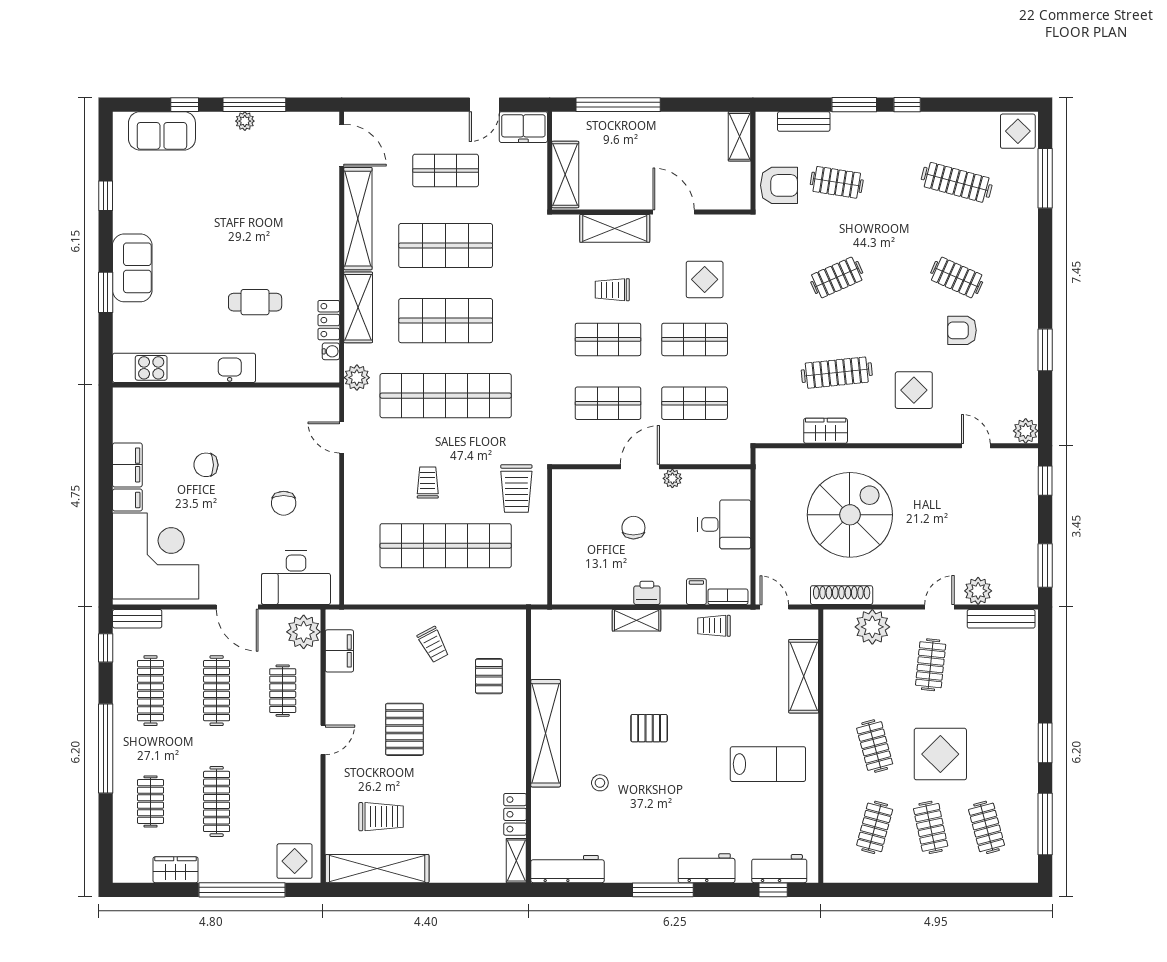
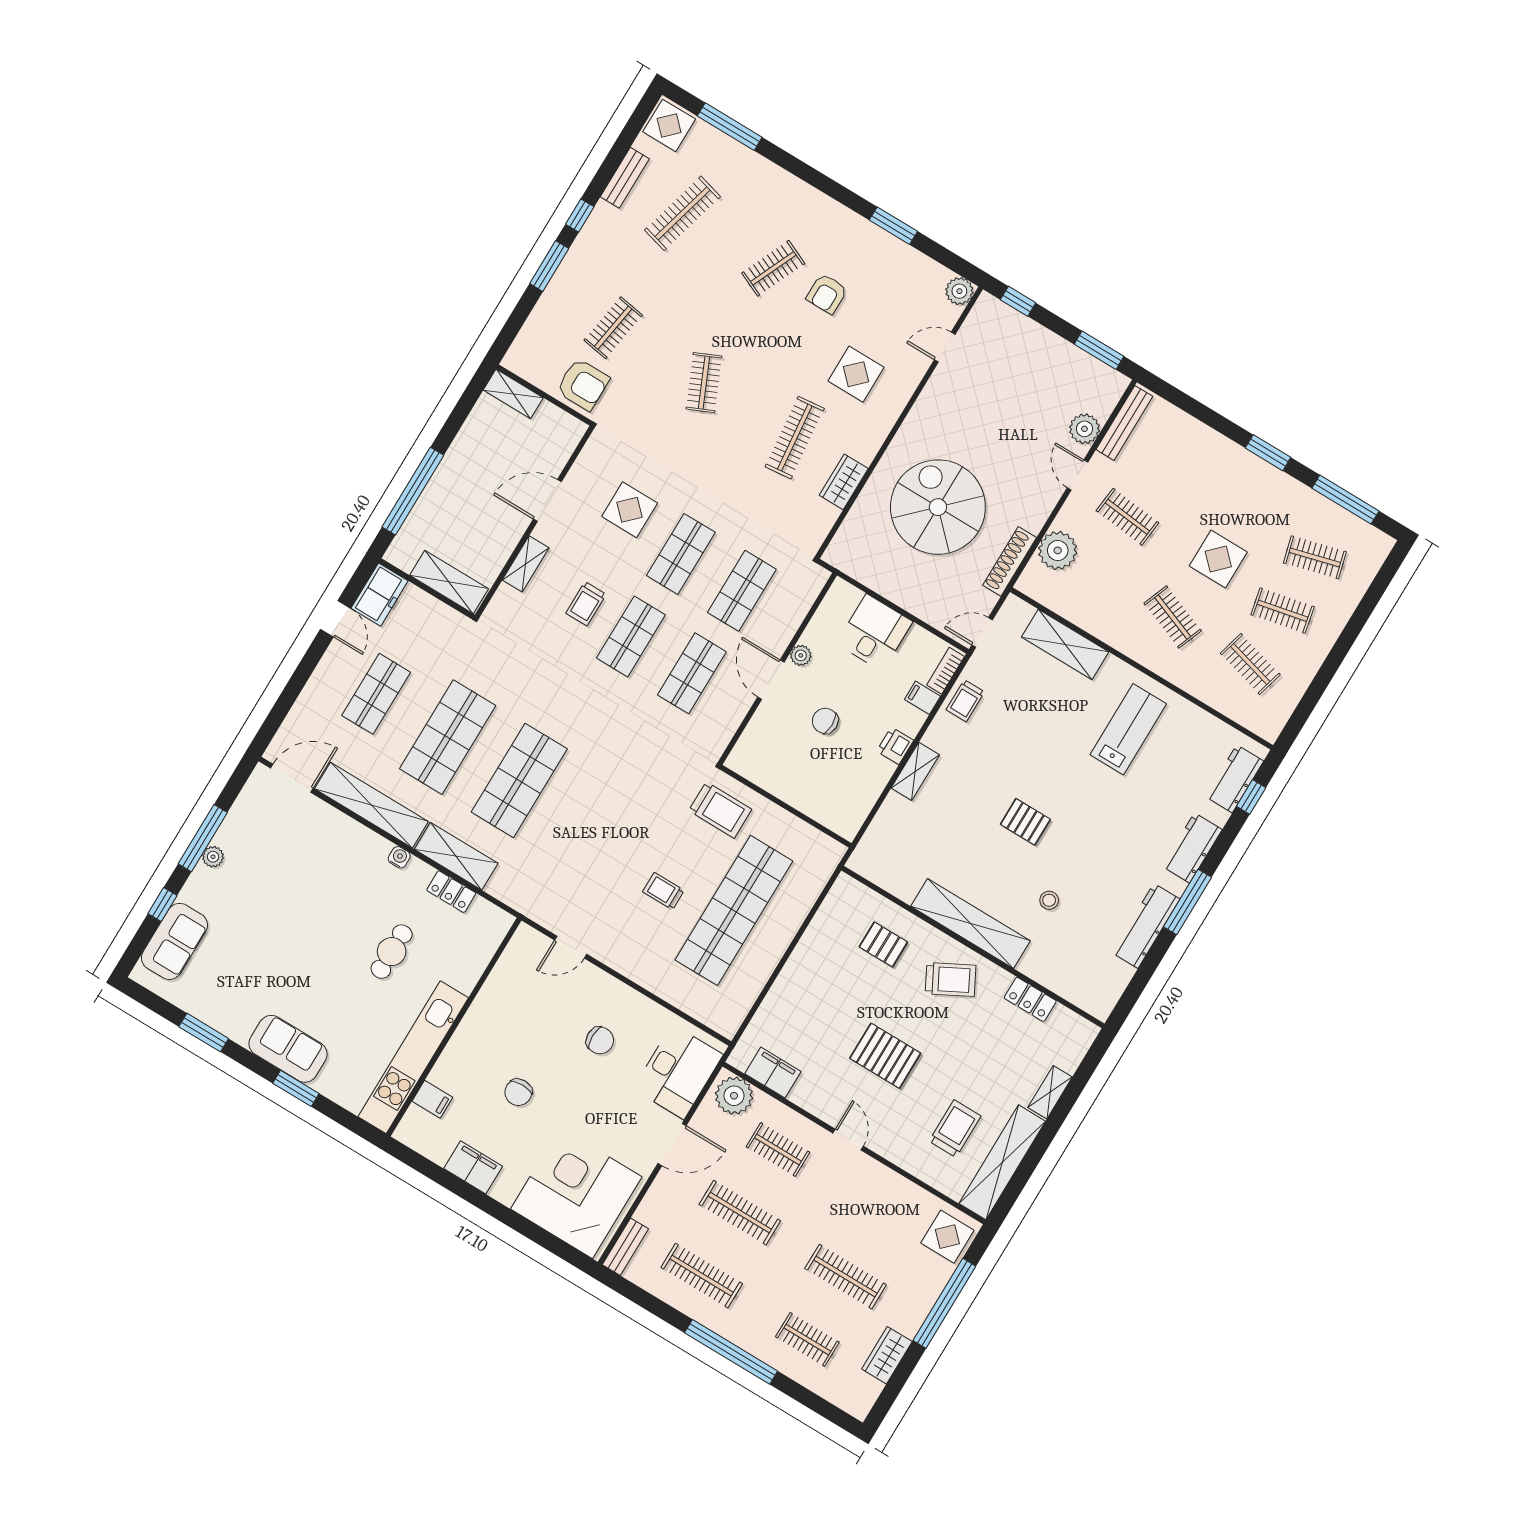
bench: (804, 122) -> (625, 178), moved
armchair: (779, 185) -> (583, 384), turned 90
window: (106, 196) -> (204, 1033), width x1.50
shelving: (615, 228) -> (526, 564), width x0.67, depth x0.75
water cooler: (331, 351) -> (399, 857), moved
plant: (357, 378) -> (522, 898), removed
shop shelf: (446, 396) -> (591, 824), removed
filing cabinet: (127, 500) -> (432, 1099), moved, turned 90
trolley: (433, 645) -> (951, 979), moved, width x1.36, depth x1.39
window: (106, 648) -> (635, 1294), removed
pallet: (649, 728) -> (1025, 822), turned 90
clothes rail: (875, 746) -> (1173, 617), turned 36
display table: (940, 754) -> (1218, 559), width x0.73, depth x0.73
shelving: (516, 861) -> (1050, 1092), moved, turned 90
workbench: (568, 869) -> (1146, 926), moved

